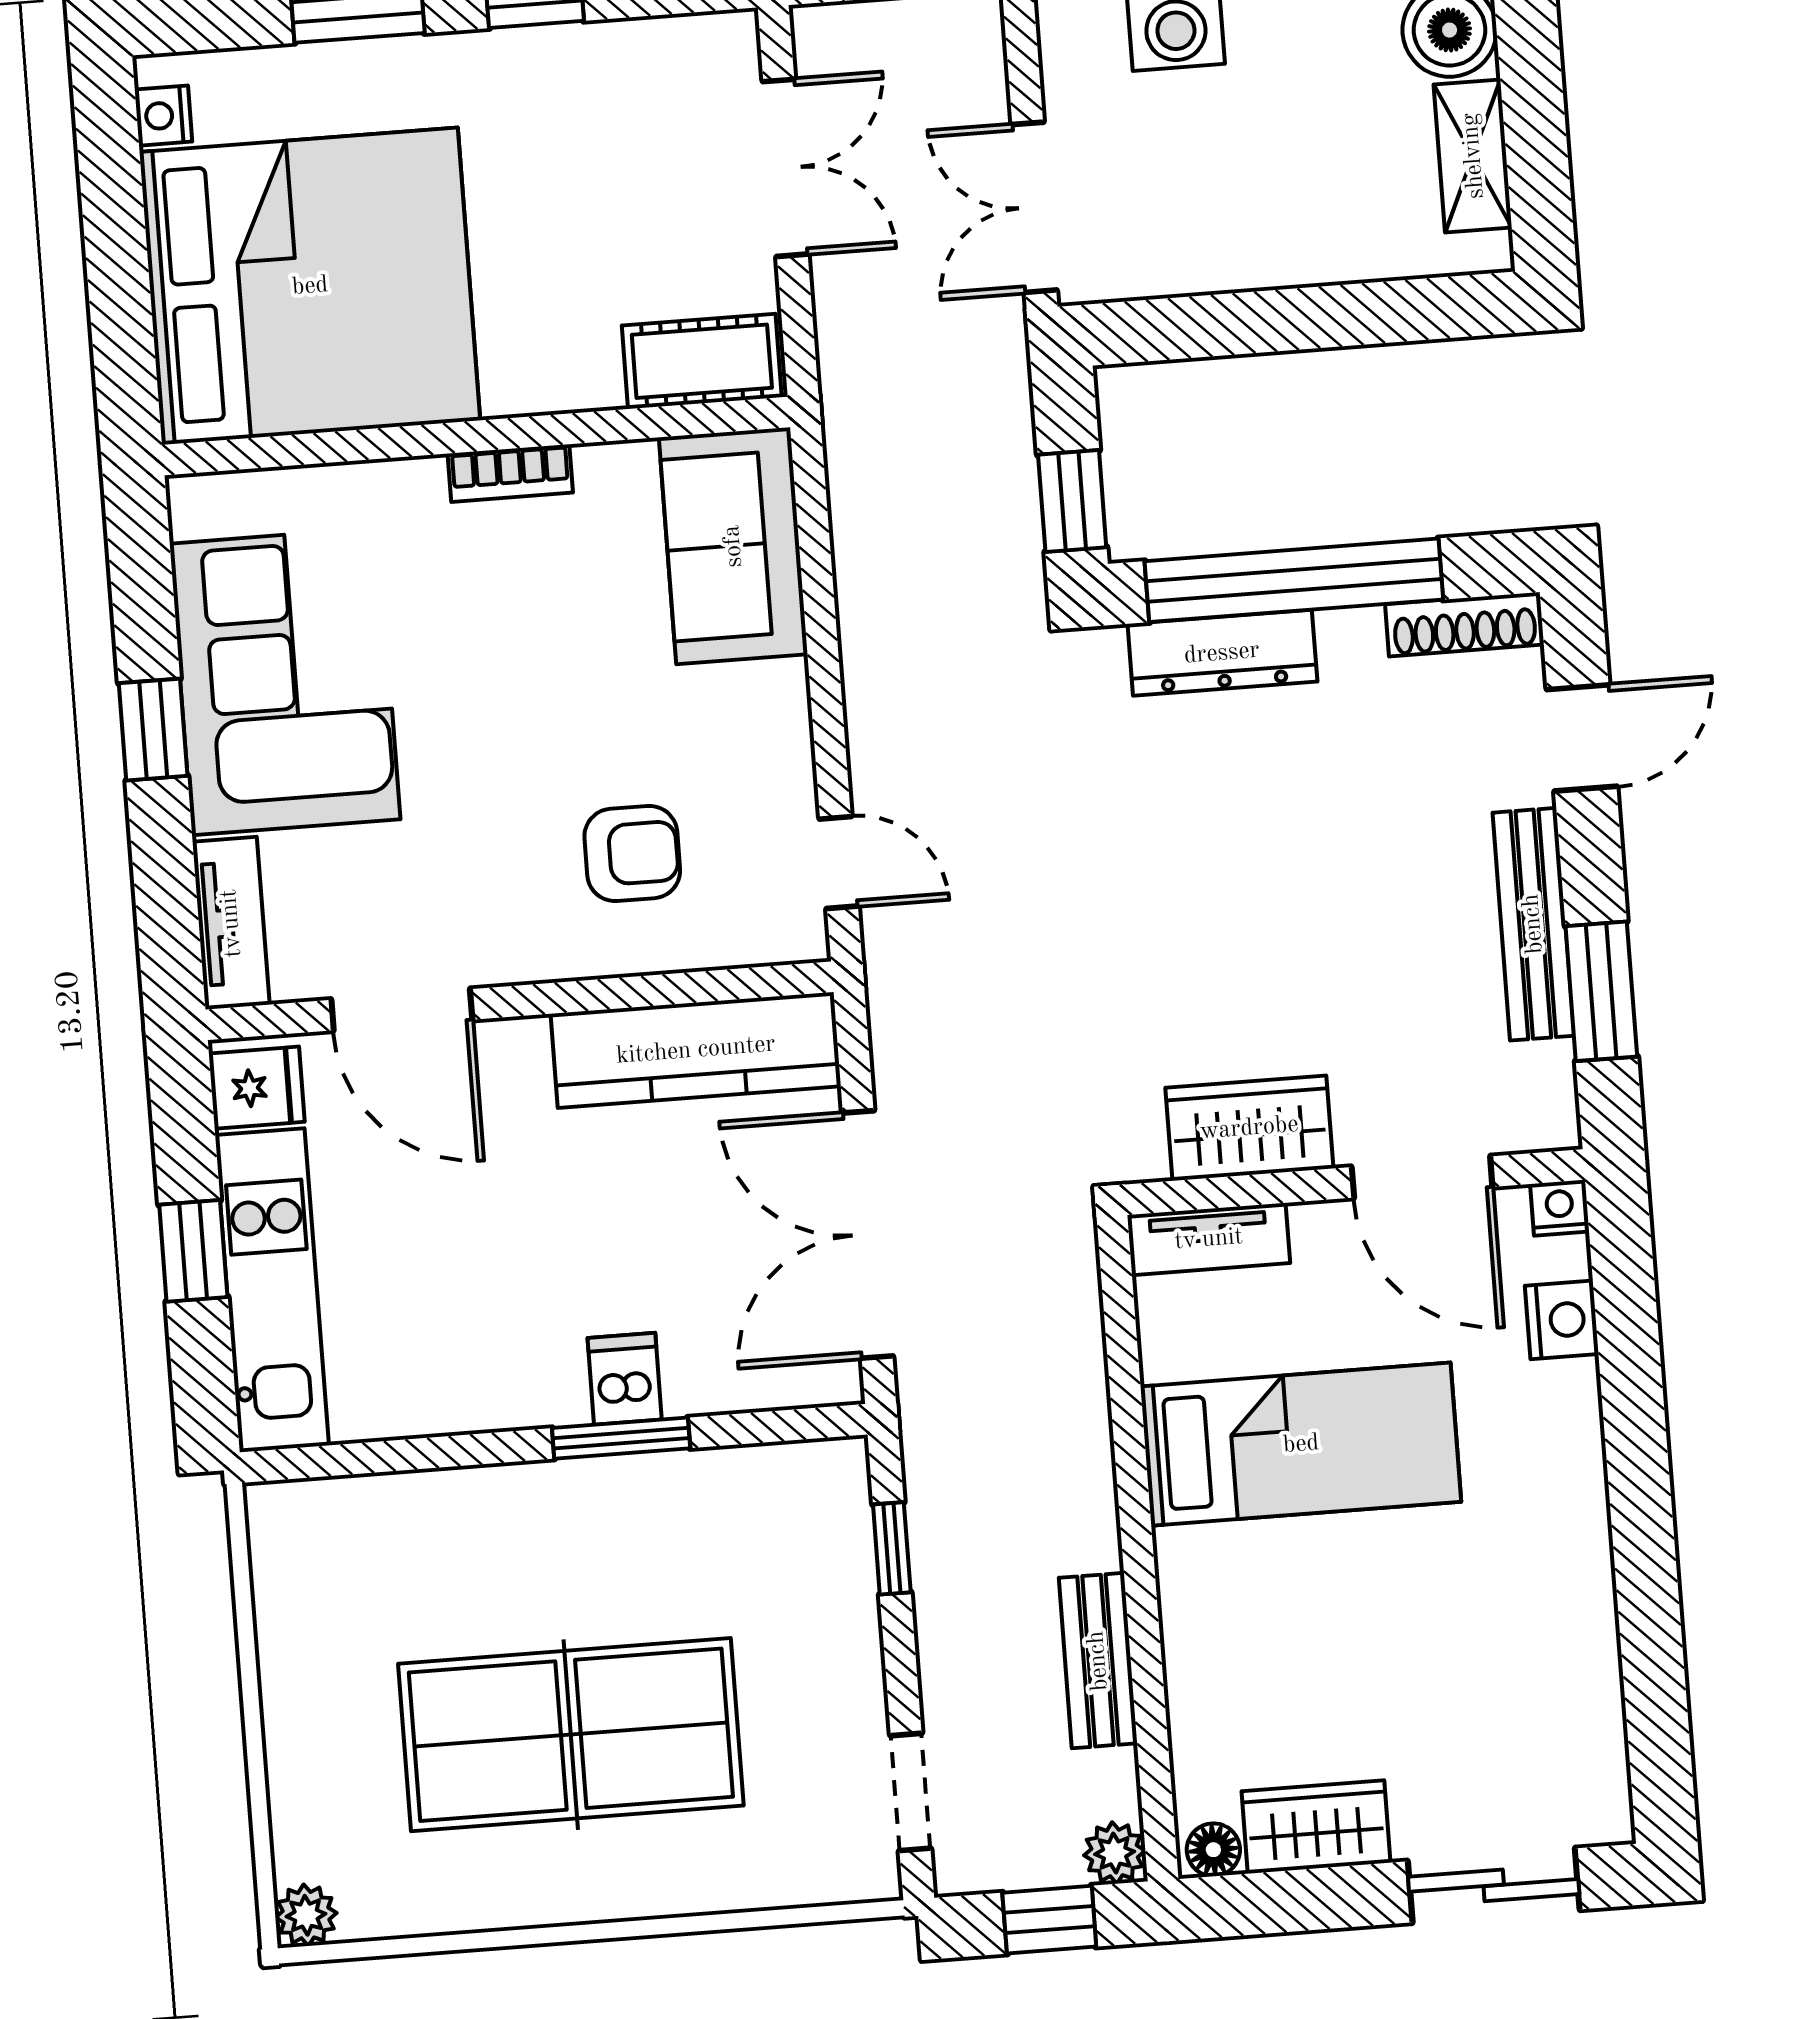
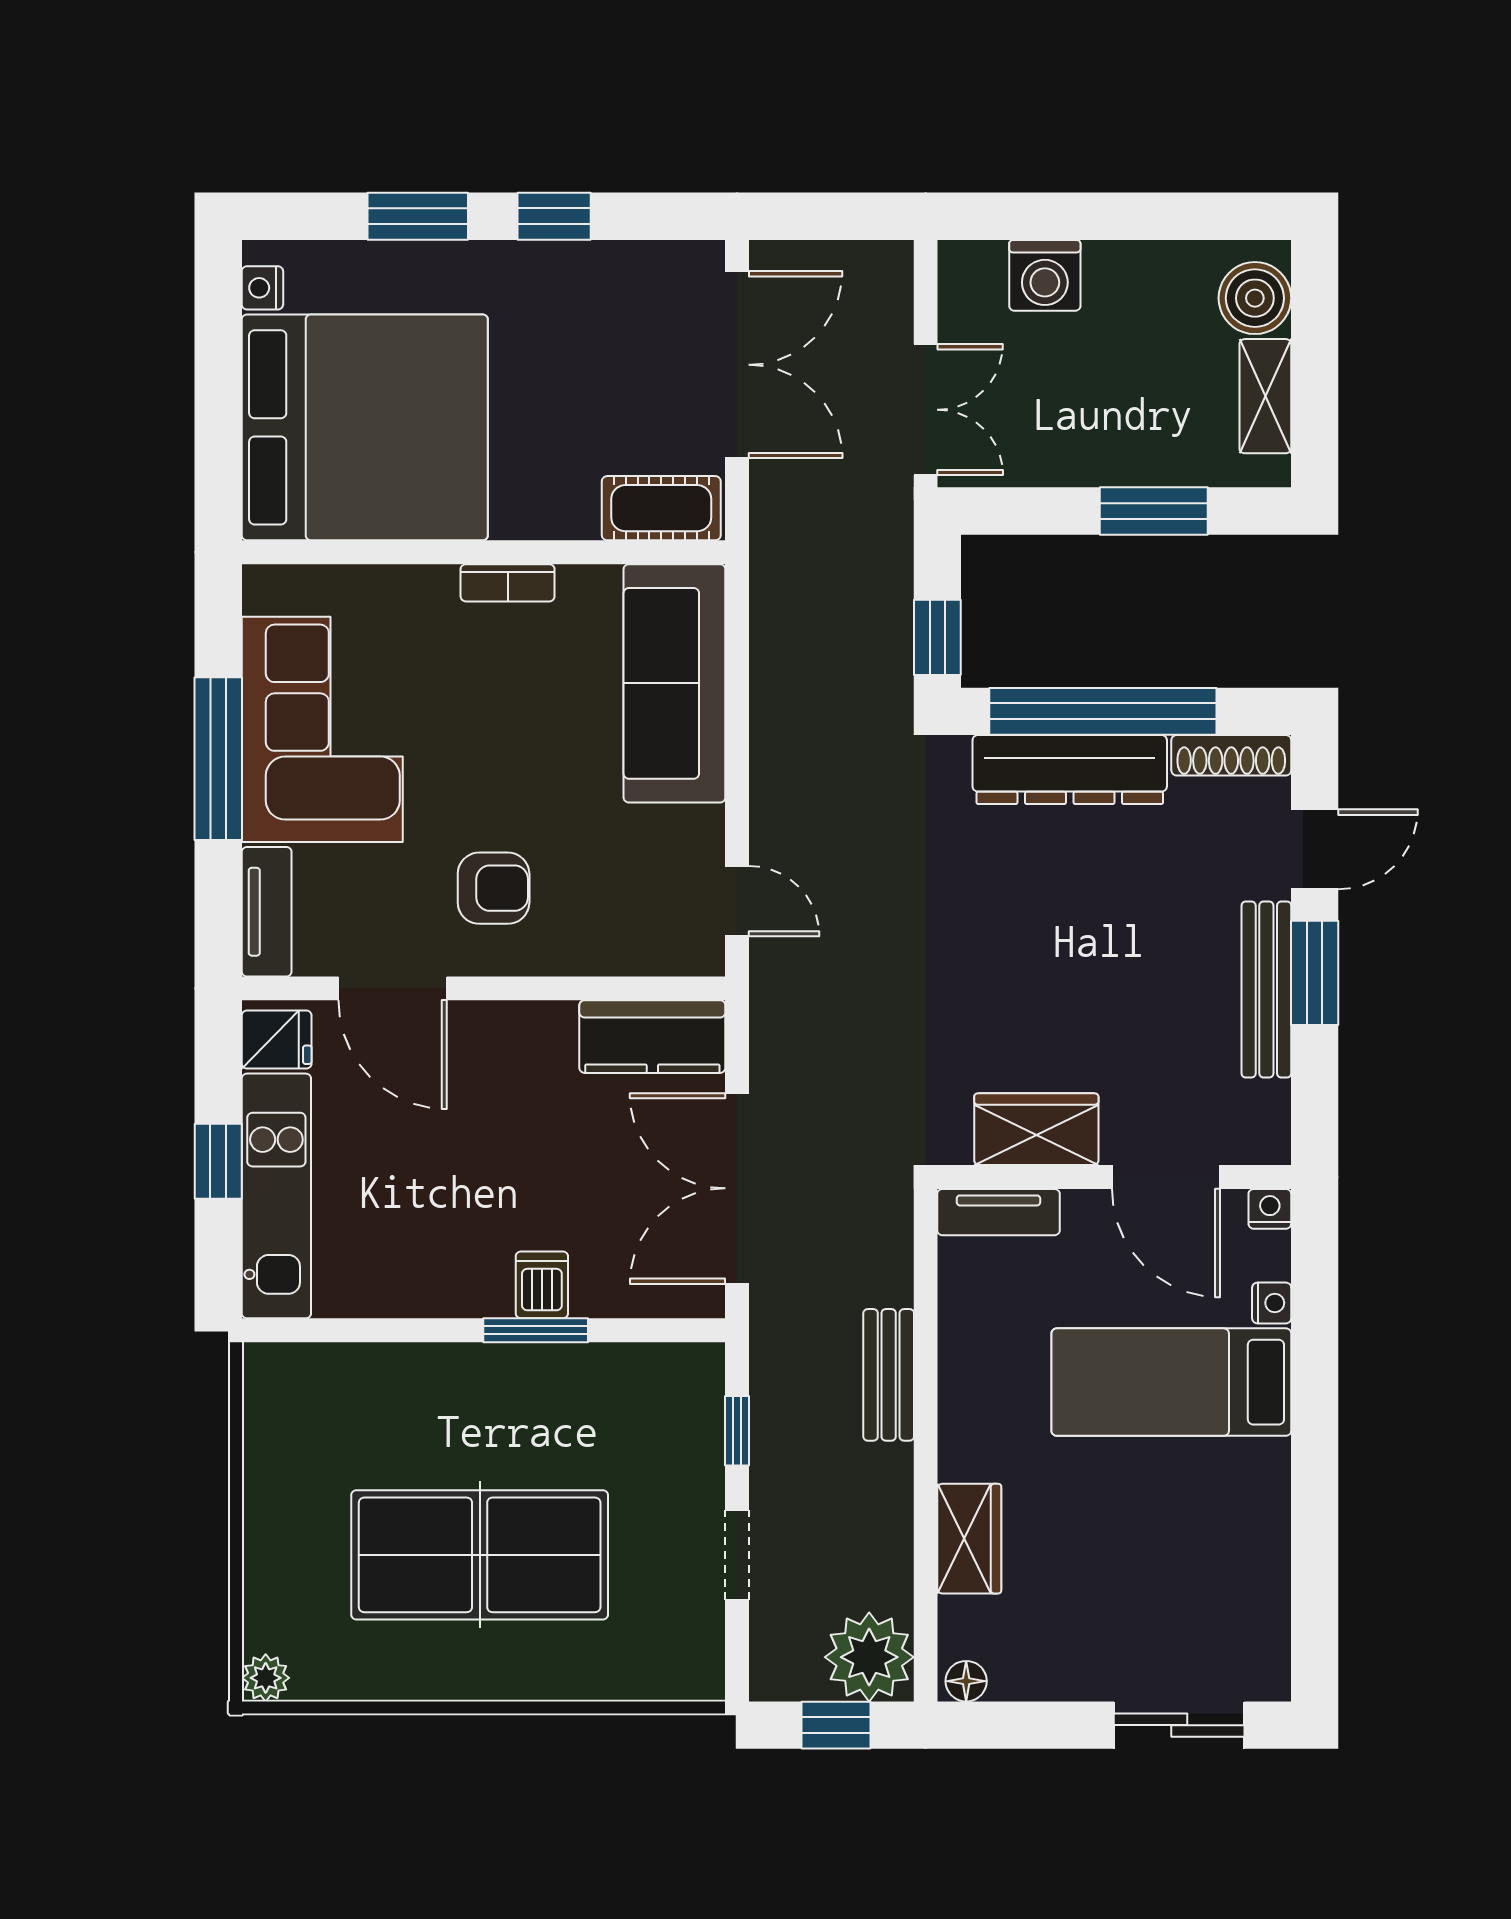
double door: (786, 168) -> (737, 365), width x1.37
double door: (1034, 207) -> (926, 410), swing flipped
window: (1340, 316) -> (1154, 511), added
sofa: (733, 546) -> (674, 683), width x1.36
dresser: (1222, 653) -> (1070, 770), width x1.37, depth x1.24
window: (153, 730) -> (218, 759), width x2.17
armchair: (632, 854) -> (494, 888), moved
window: (1601, 991) -> (1315, 973), moved
kitchen counter: (696, 1050) -> (652, 1037), width x0.67
nightstand: (1562, 1320) -> (1272, 1303), width x0.72, depth x0.74
bed: (1301, 1444) -> (1171, 1382), moved, turned 180
bench: (1098, 1661) -> (889, 1375), moved
doorway: (911, 1792) -> (737, 1555), moved
wardrobe: (1316, 1827) -> (969, 1539), moved, turned 90
plant: (1115, 1853) -> (869, 1657), width x1.88, depth x1.88

